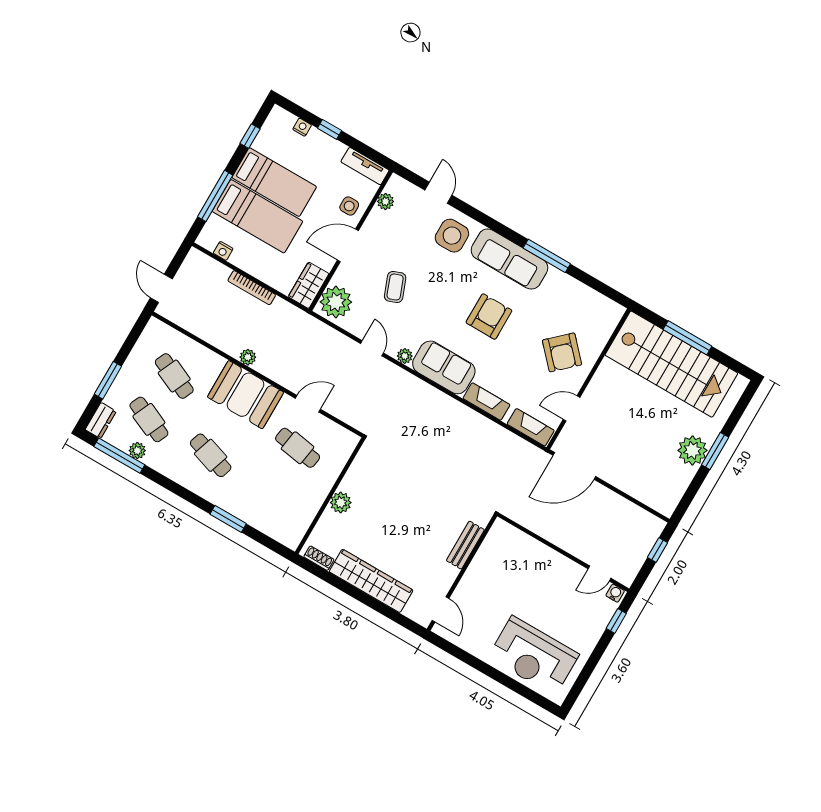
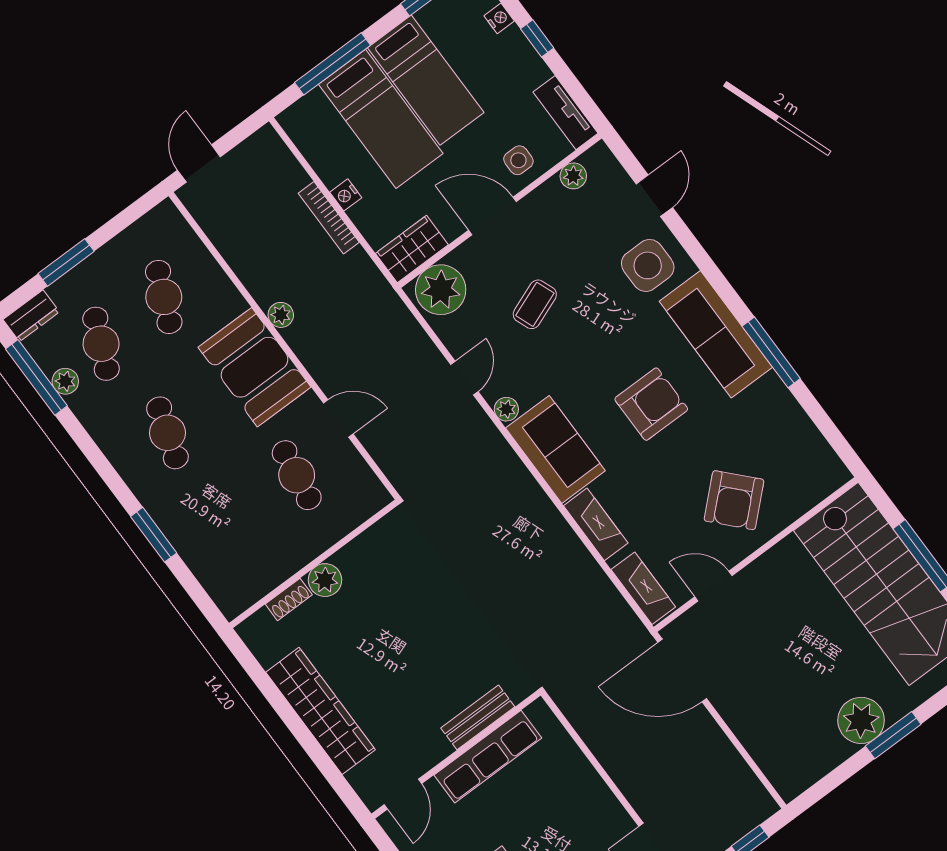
nightstand: (223, 251) -> (346, 195), moved
shoe rack: (319, 558) -> (289, 599), moved, turned 90
row of seats: (481, 566) -> (488, 757), added

